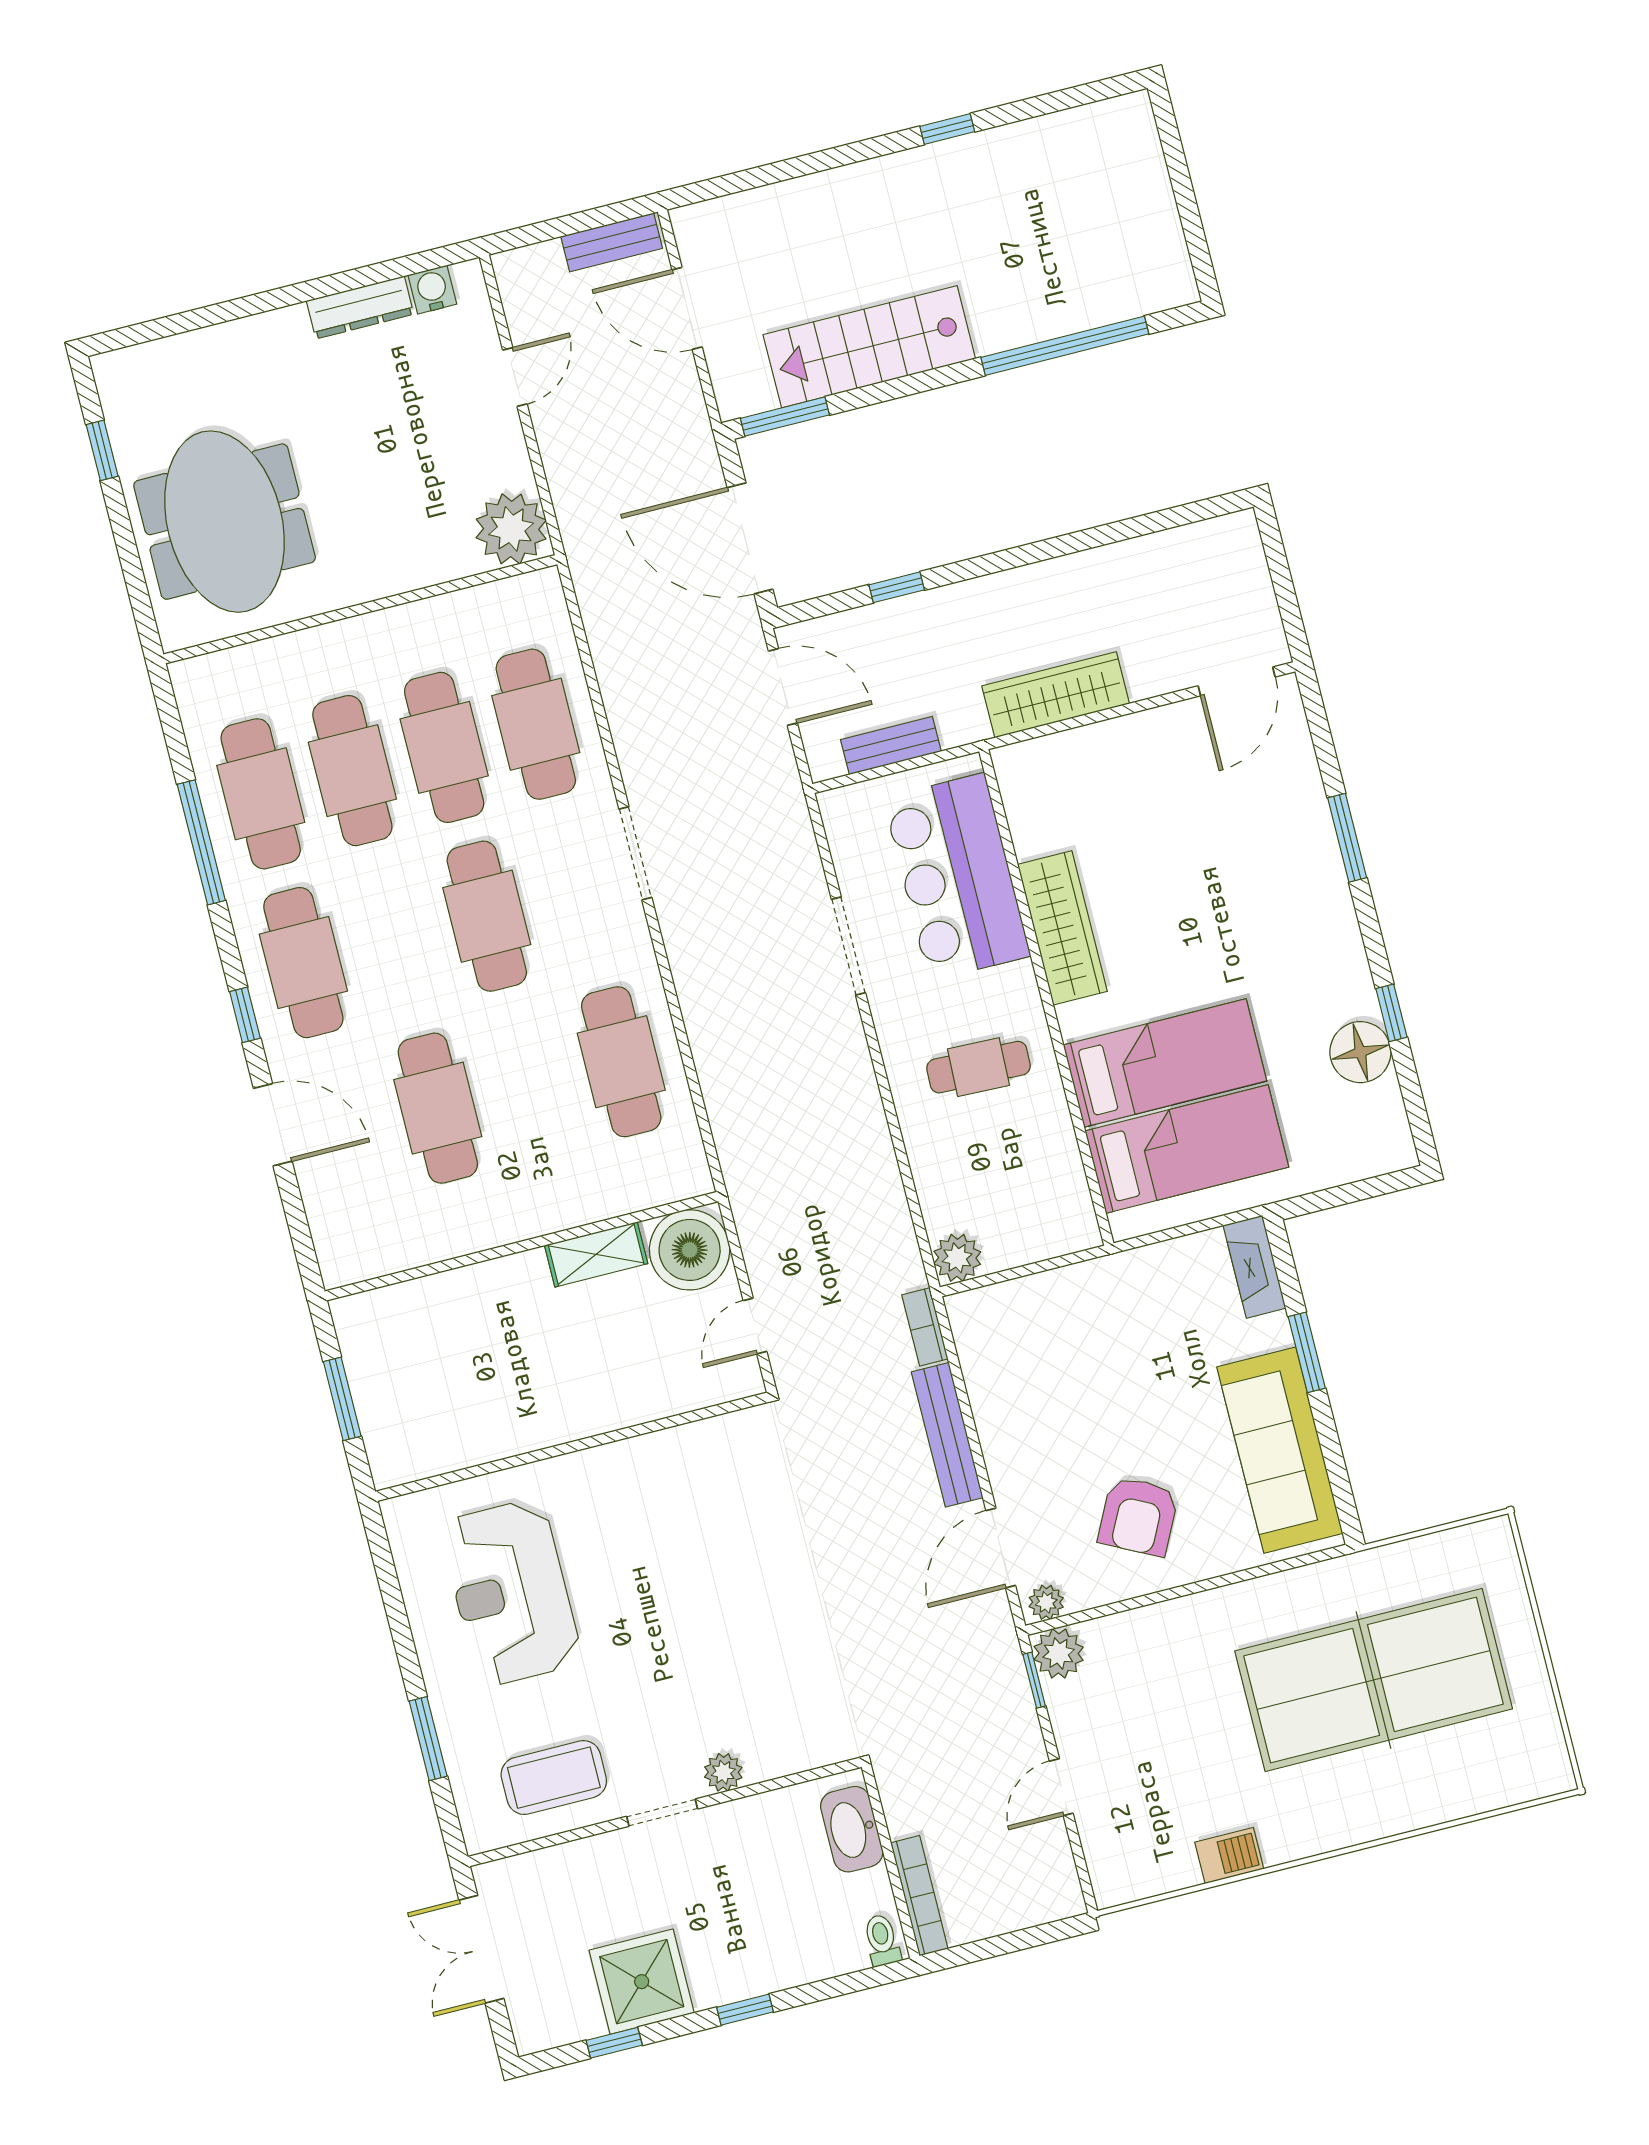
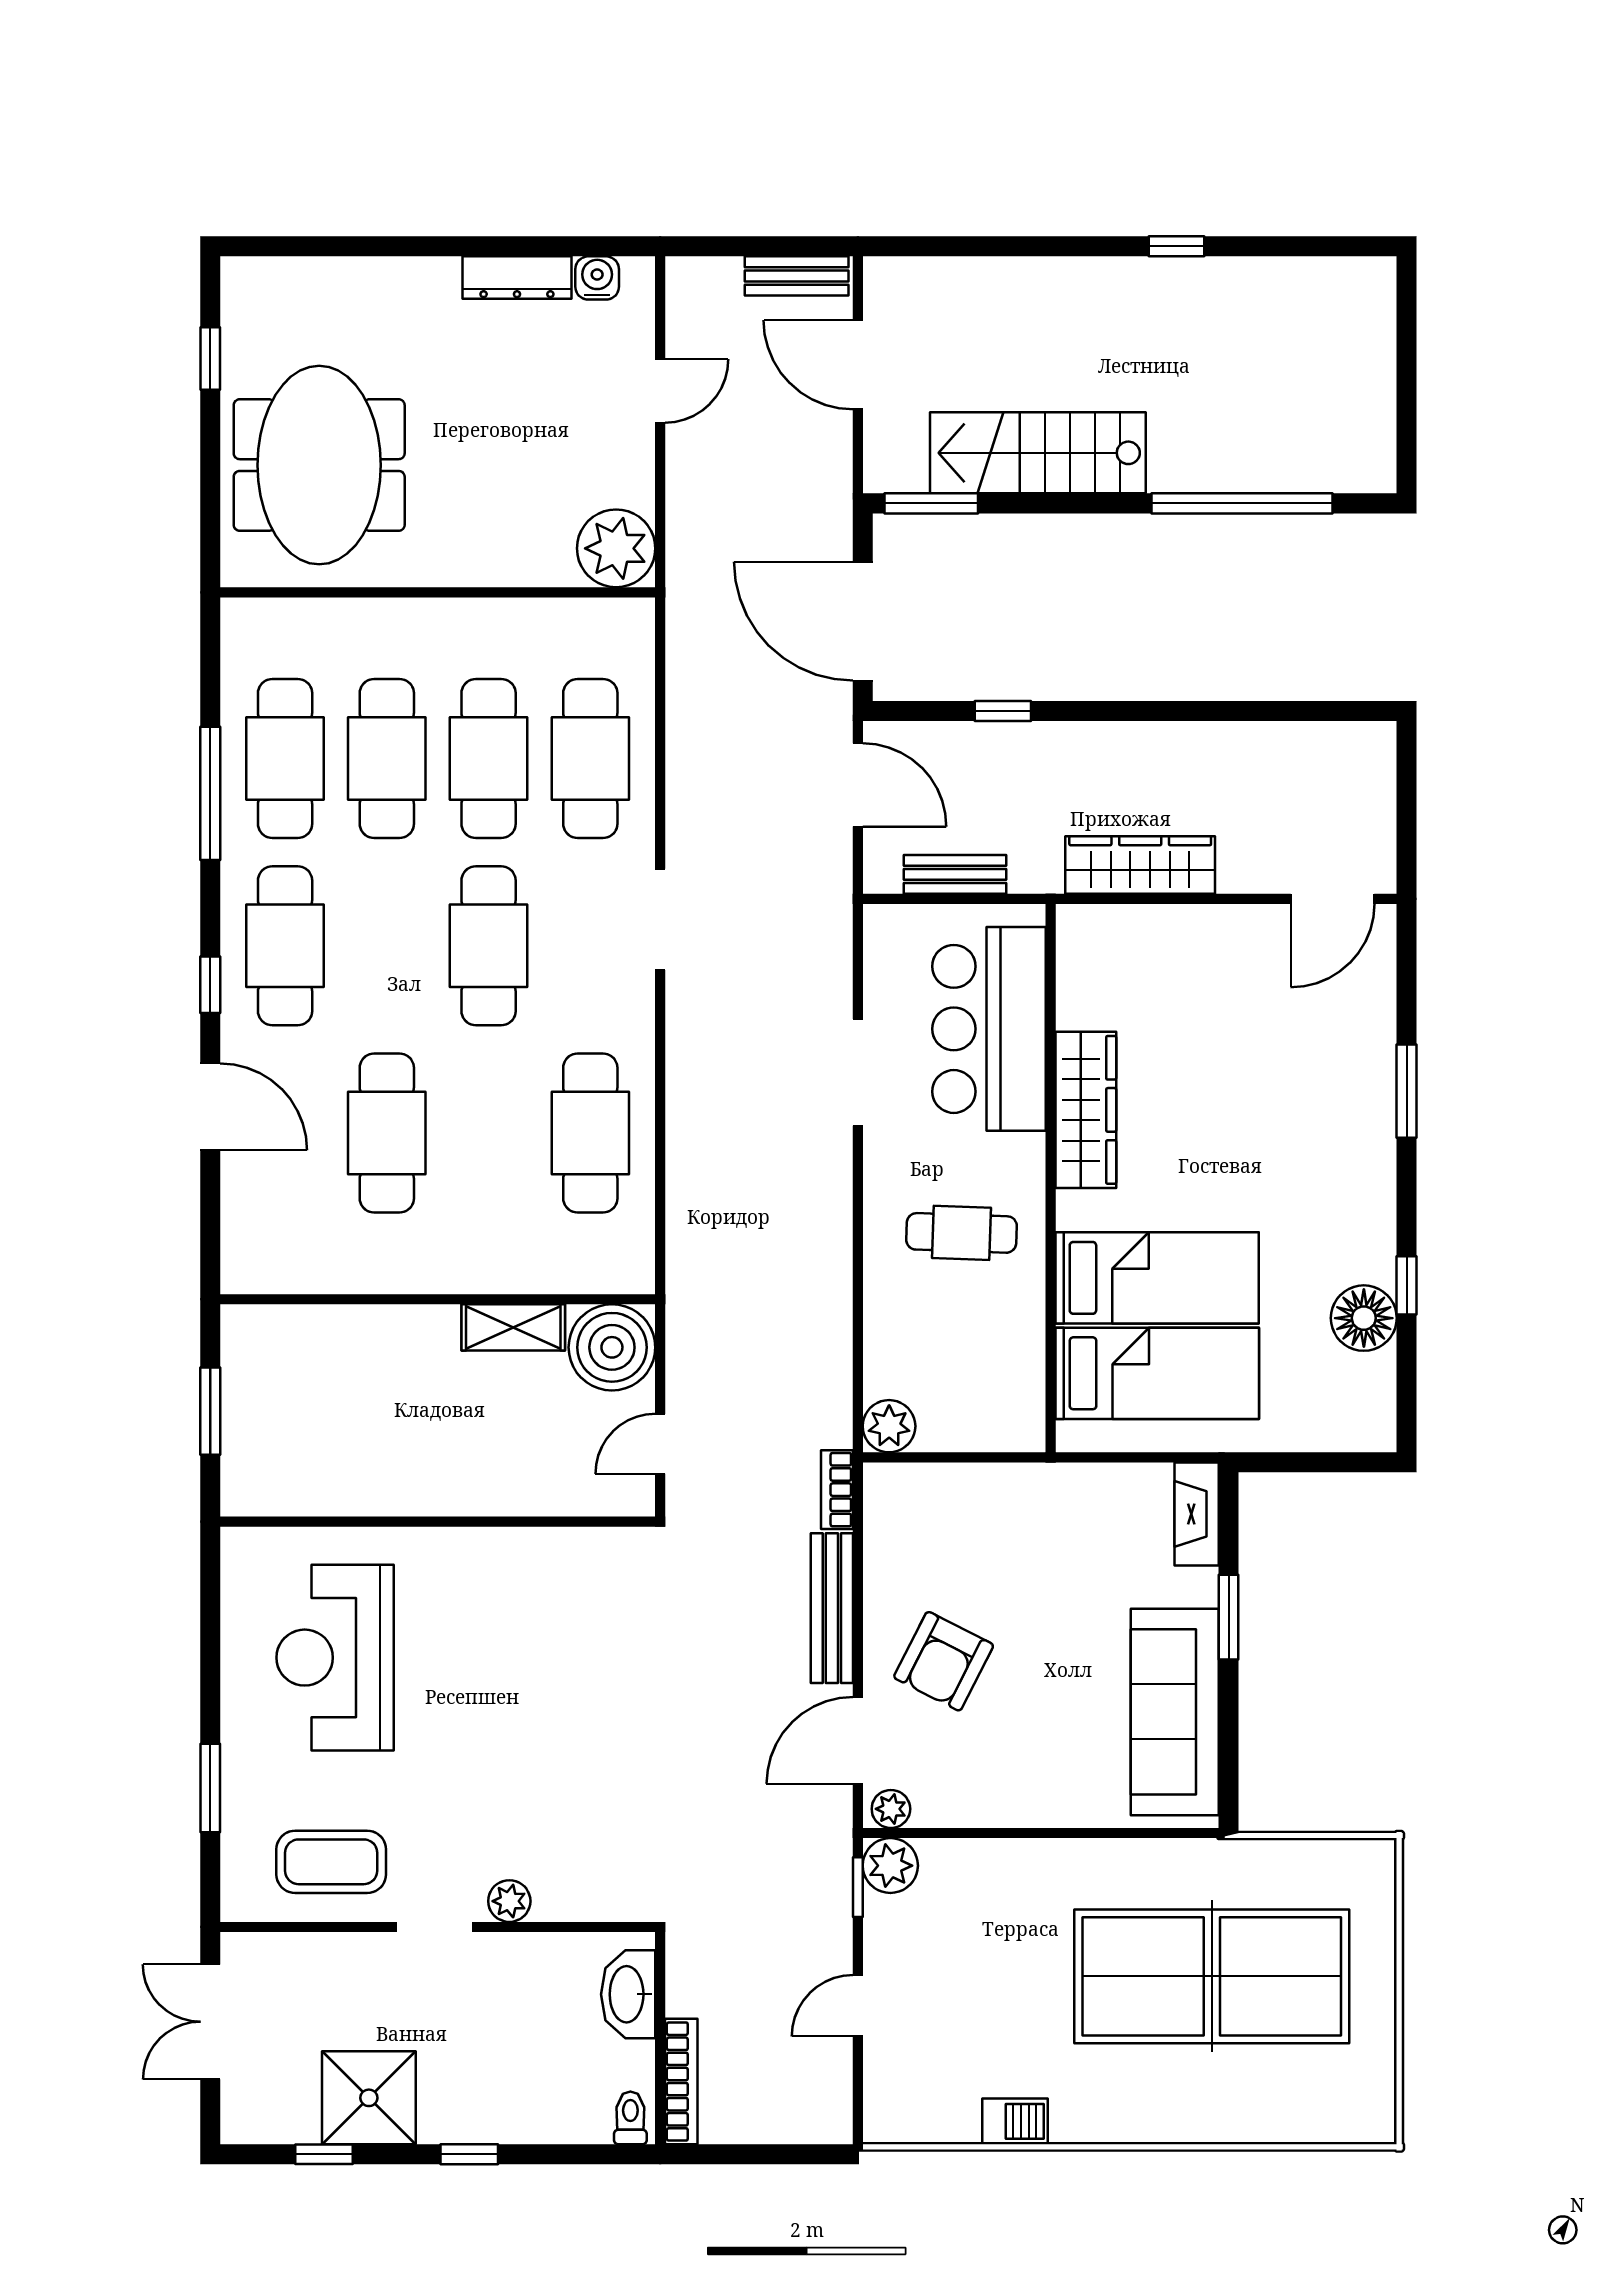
armchair: (1138, 1516) -> (944, 1661), moved

